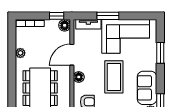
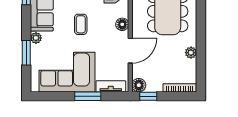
plant: (152, 65) -> (36, 38), added
coffee table: (114, 77) -> (81, 24), width x0.54, depth x0.58

